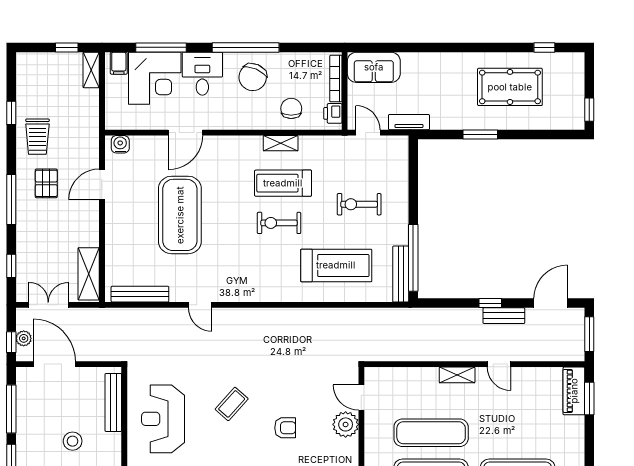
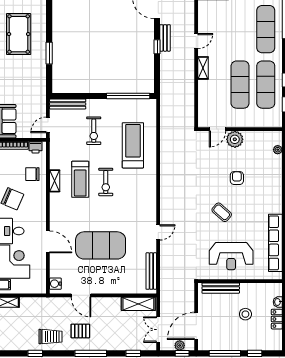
tv unit: (409, 122) -> (41, 99), removed
bench: (401, 274) -> (68, 104), moved

